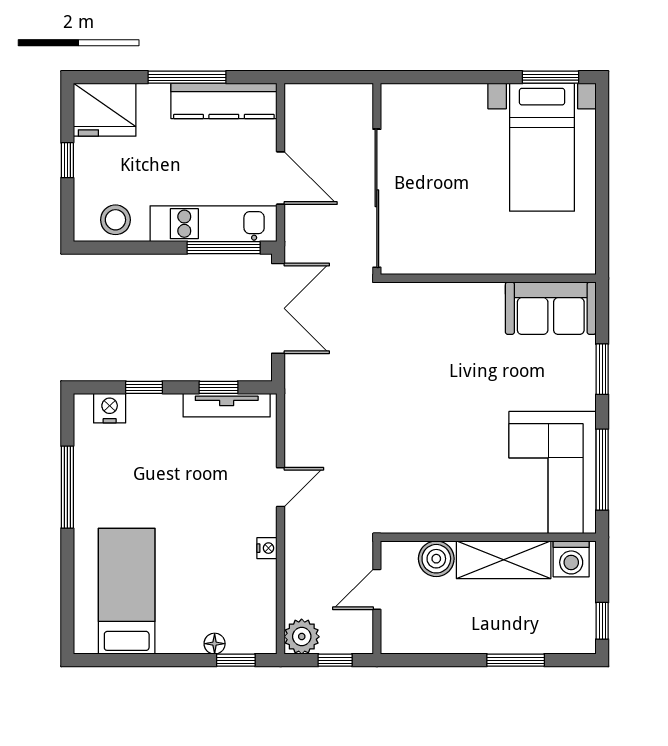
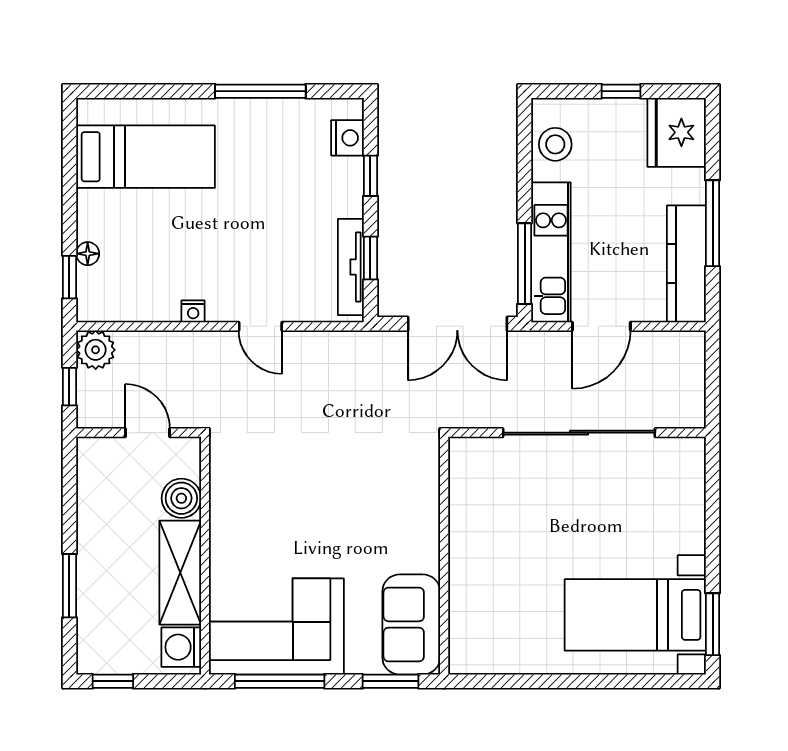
wall: (488, 278) -> (444, 556), moved
sofa: (551, 308) -> (411, 624), moved

